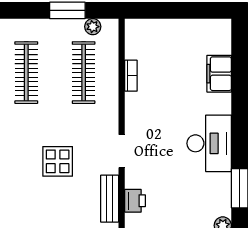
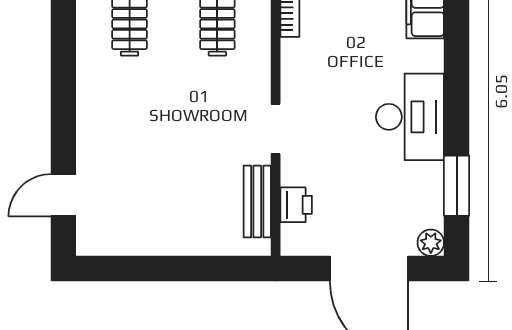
display table: (58, 161) -> (178, 144), removed

